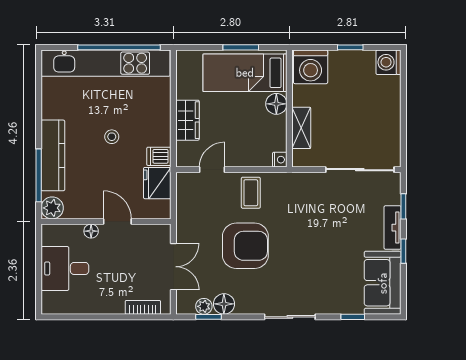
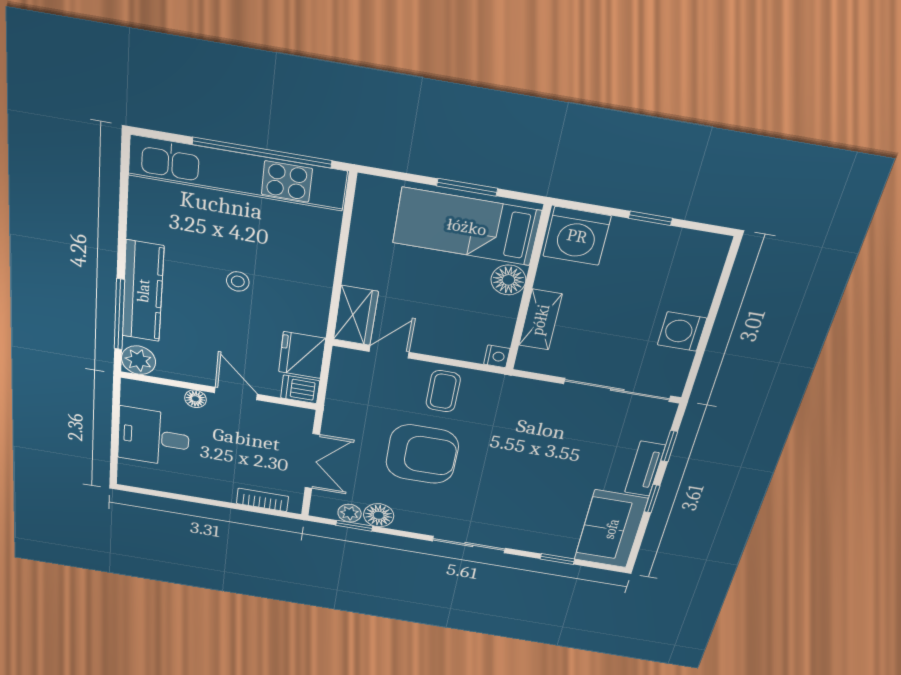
washing machine: (389, 62) -> (682, 332), moved
wardrobe: (187, 120) -> (356, 316), moved
dishwasher: (159, 156) -> (300, 389), moved

